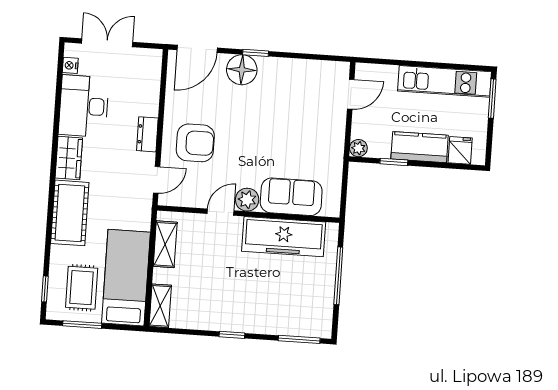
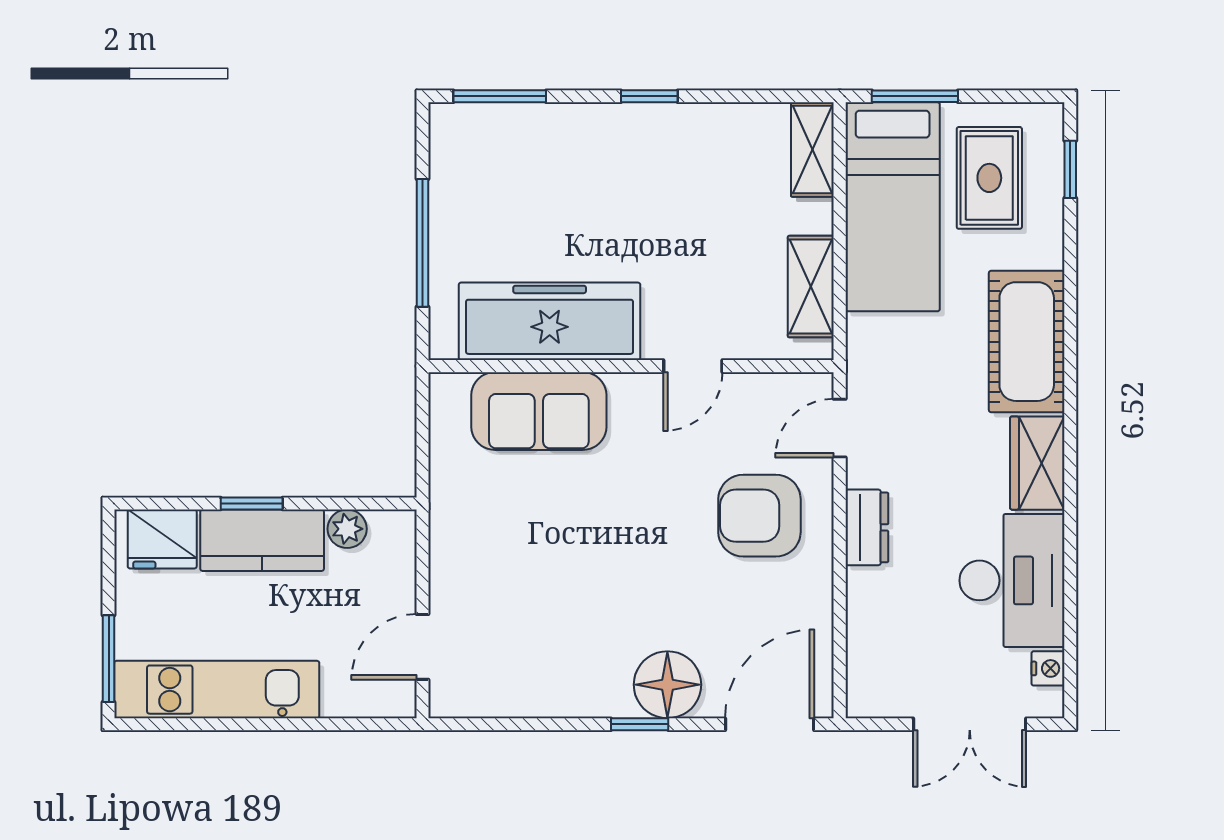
plant: (358, 148) -> (347, 529), moved
fridge: (460, 150) -> (162, 539), width x1.38
window: (394, 162) -> (252, 503), moved
plant: (247, 200) -> (636, 398), removed
window: (82, 325) -> (915, 96), moved

